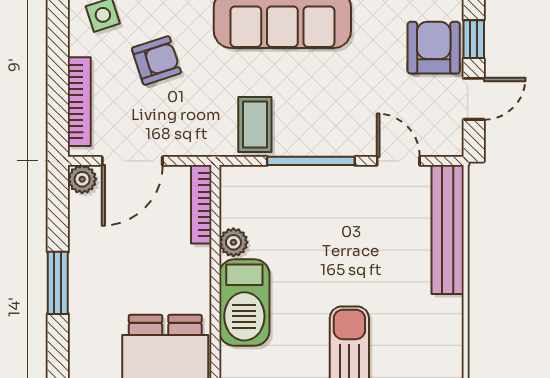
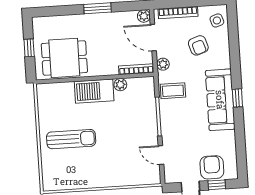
armchair: (434, 48) -> (212, 167), turned -90
plant: (194, 143) -> (163, 64), added
door: (398, 161) -> (161, 155), swing flipped
bench: (448, 230) -> (132, 179), removed

